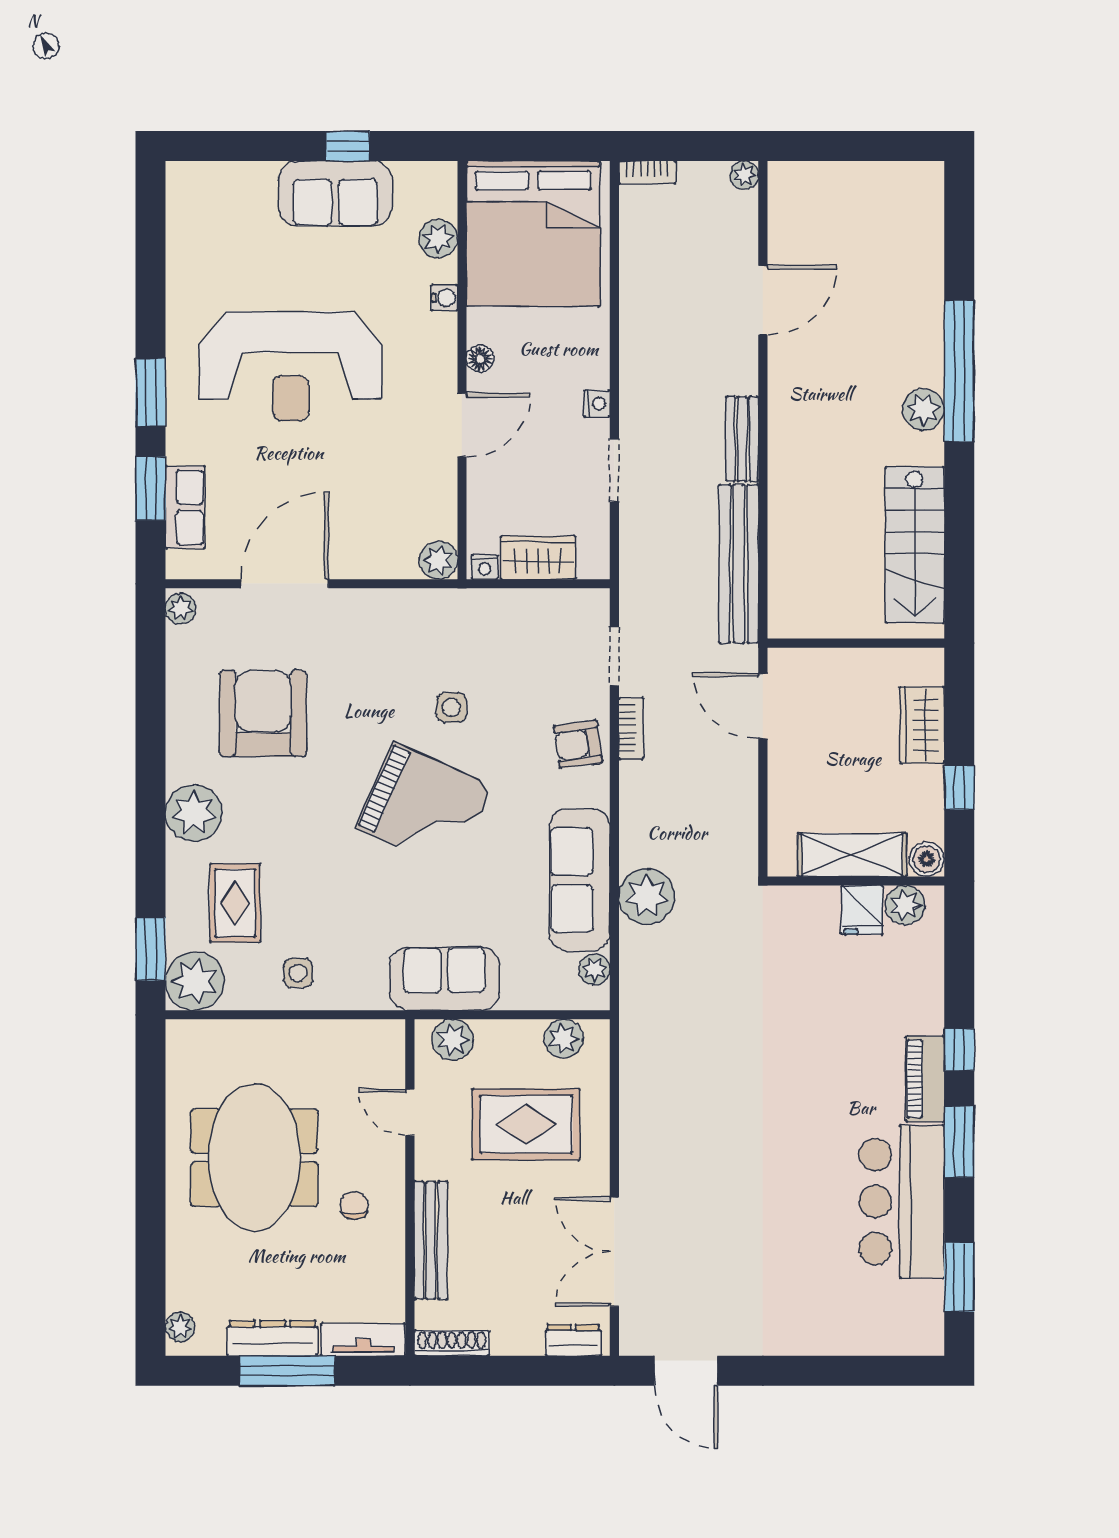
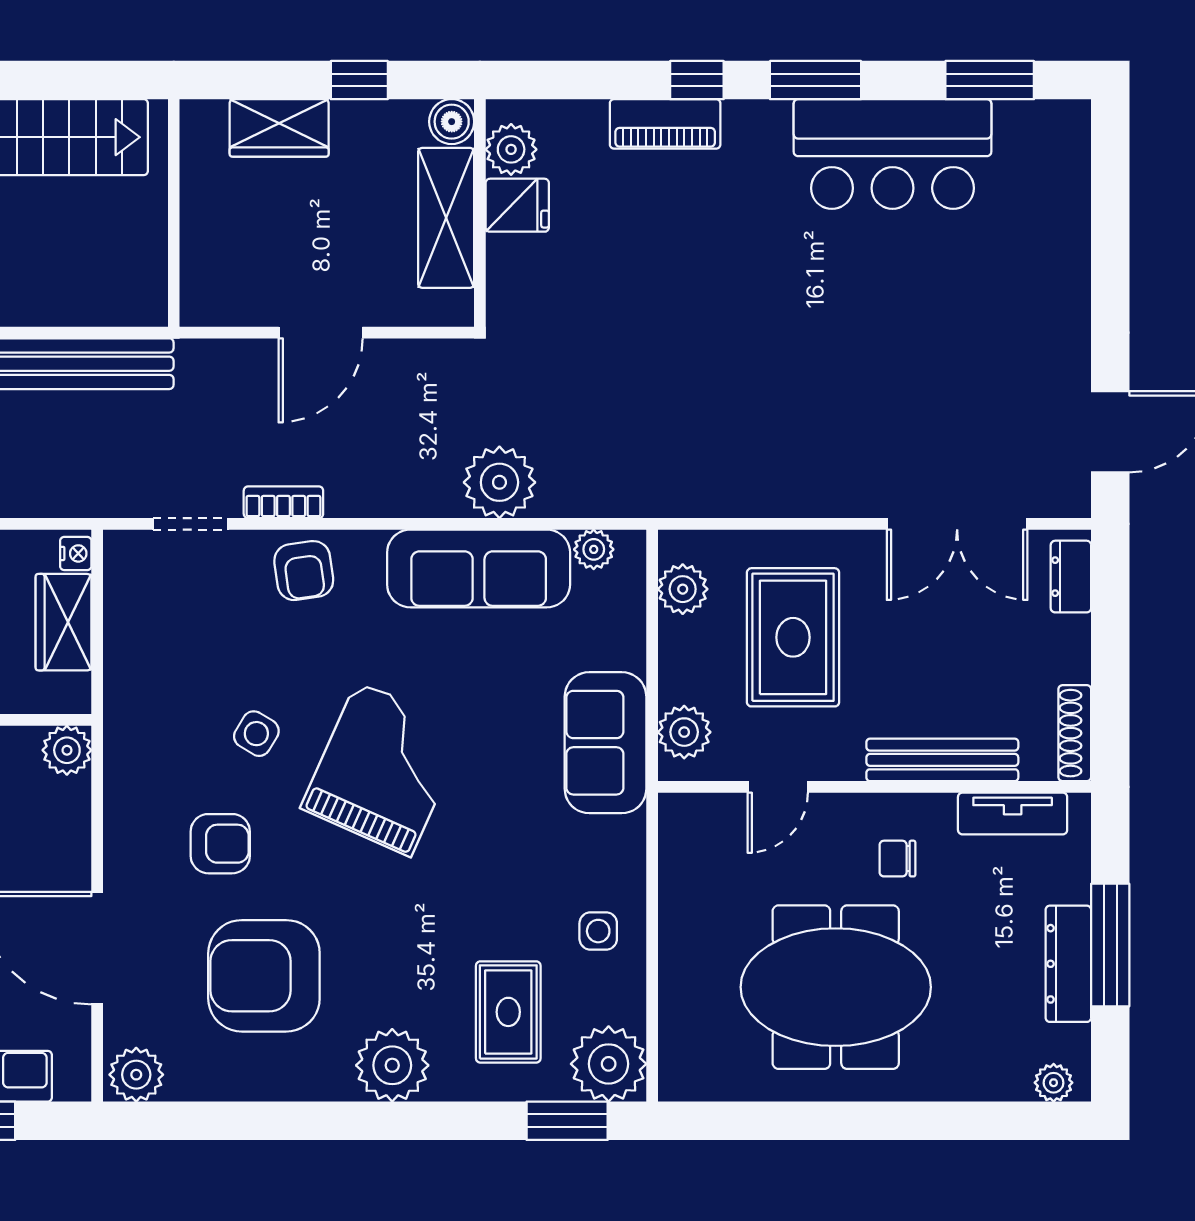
nightstand: (485, 567) -> (76, 553), moved
plant: (181, 608) -> (136, 1075), width x1.38, depth x1.38
armchair: (366, 679) -> (220, 844), added
door: (763, 706) -> (321, 333), moved
side table: (451, 707) -> (256, 734), turned 31
rug: (235, 903) -> (508, 1012), turned 90
piano: (925, 1079) -> (665, 124), moved
tv unit: (363, 1340) -> (1013, 813), moved, turned -90

